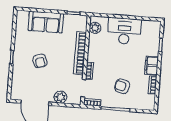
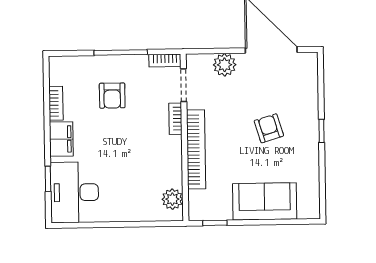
desk: (124, 31) -> (74, 192), moved, turned 90
armchair: (122, 86) -> (112, 96), turned 77

